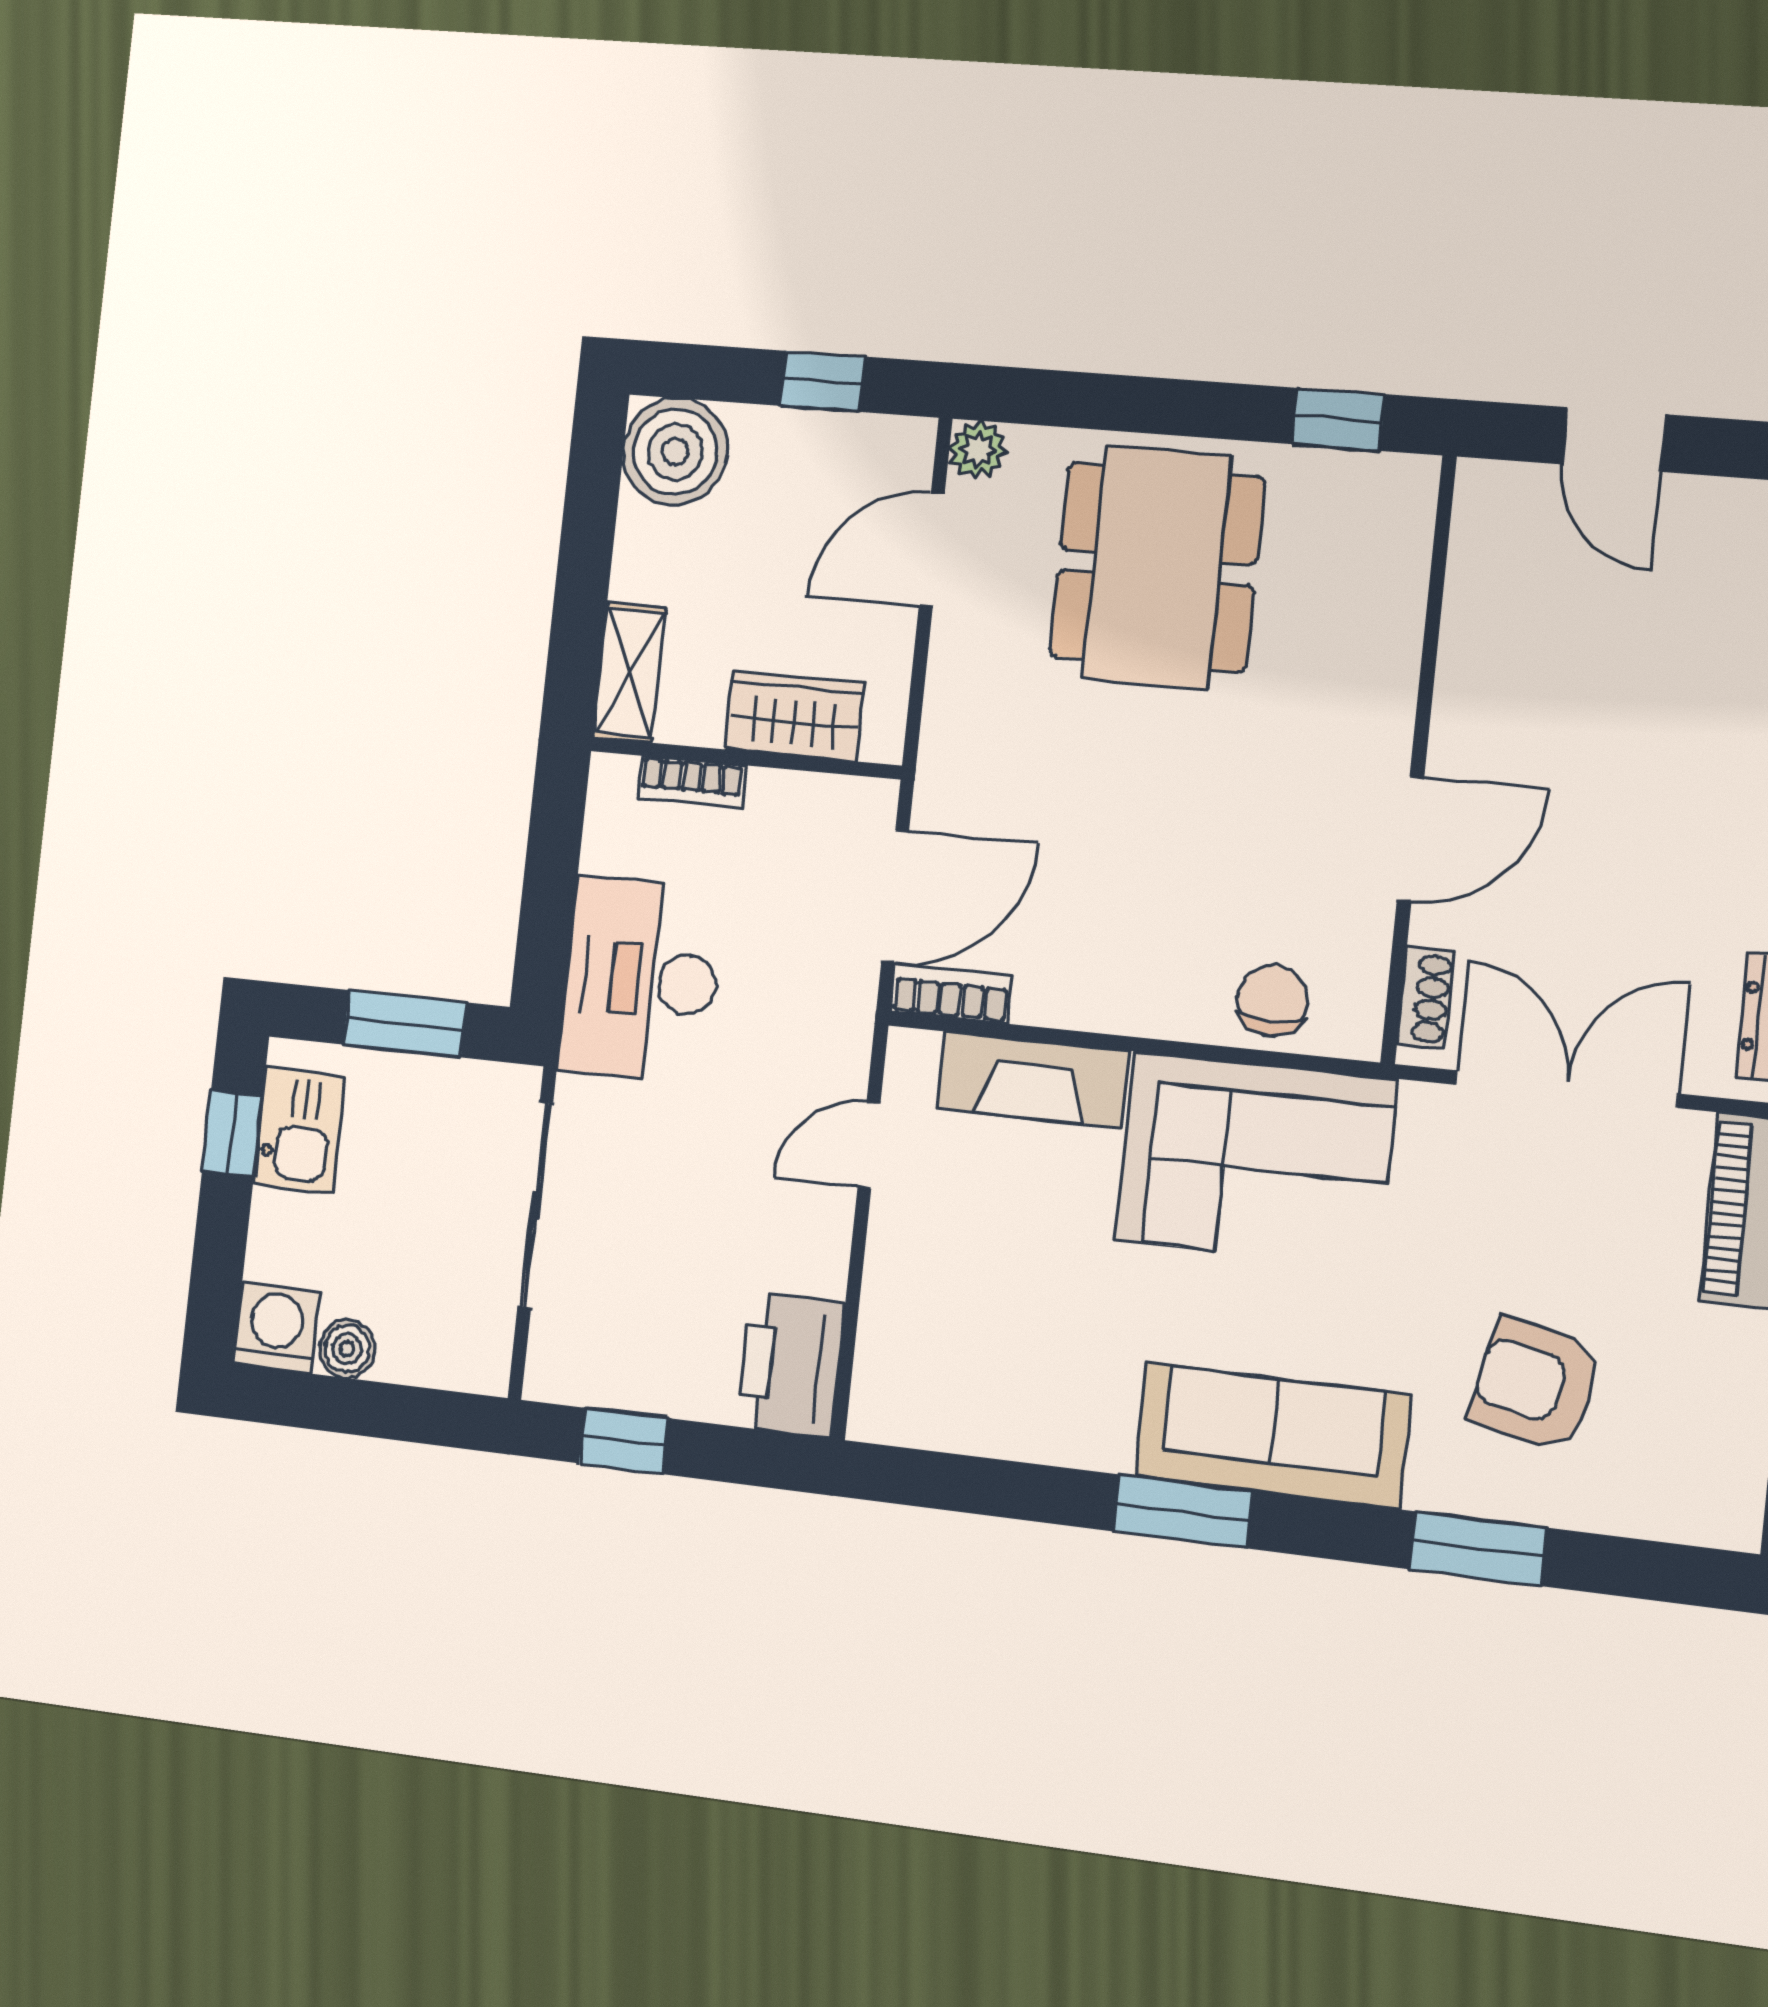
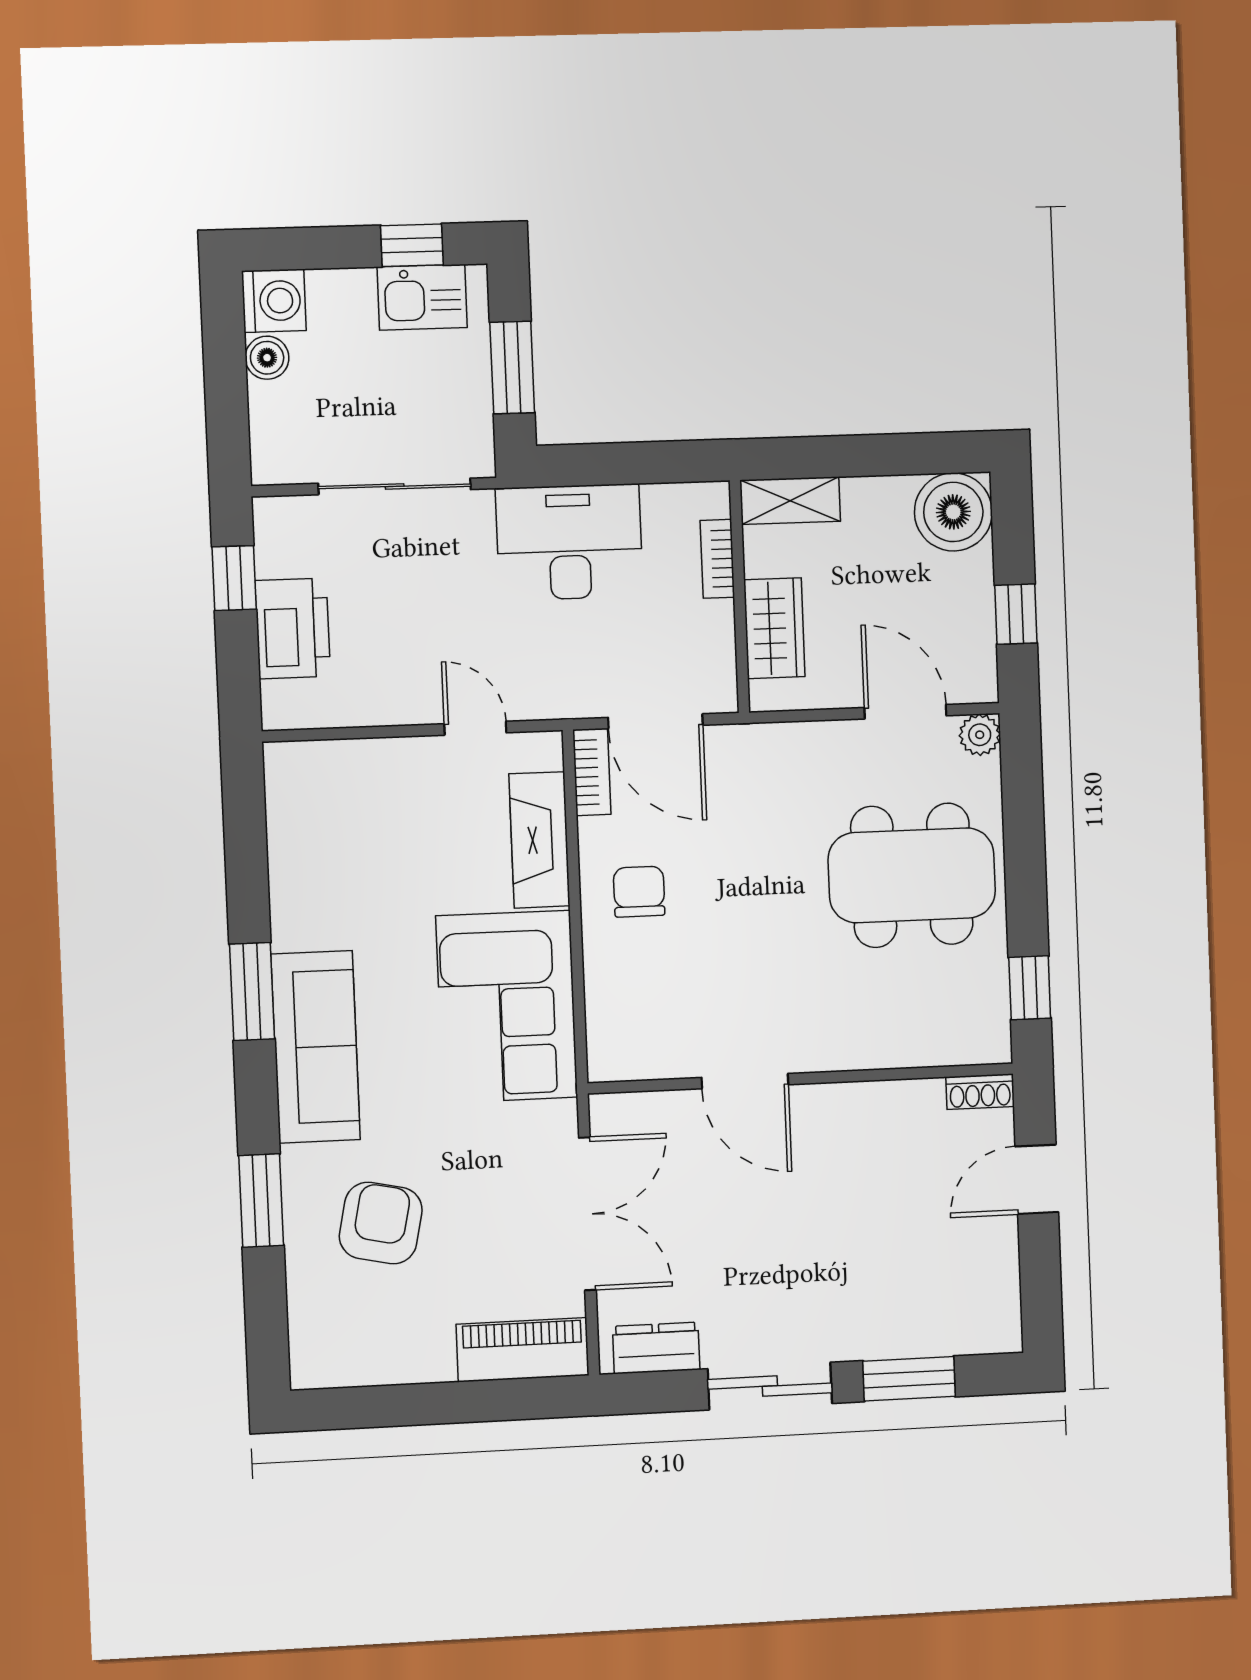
shoe rack: (1425, 998) -> (980, 1092), moved
chair: (1272, 1000) -> (639, 892), moved, turned -90
printer: (791, 1365) -> (293, 628), moved, turned 90

